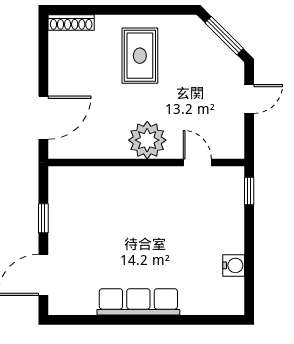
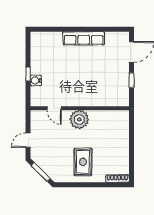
door: (43, 118) -> (131, 131), removed
window: (249, 191) -> (28, 74), moved
water cooler: (234, 265) -> (36, 80), moved

